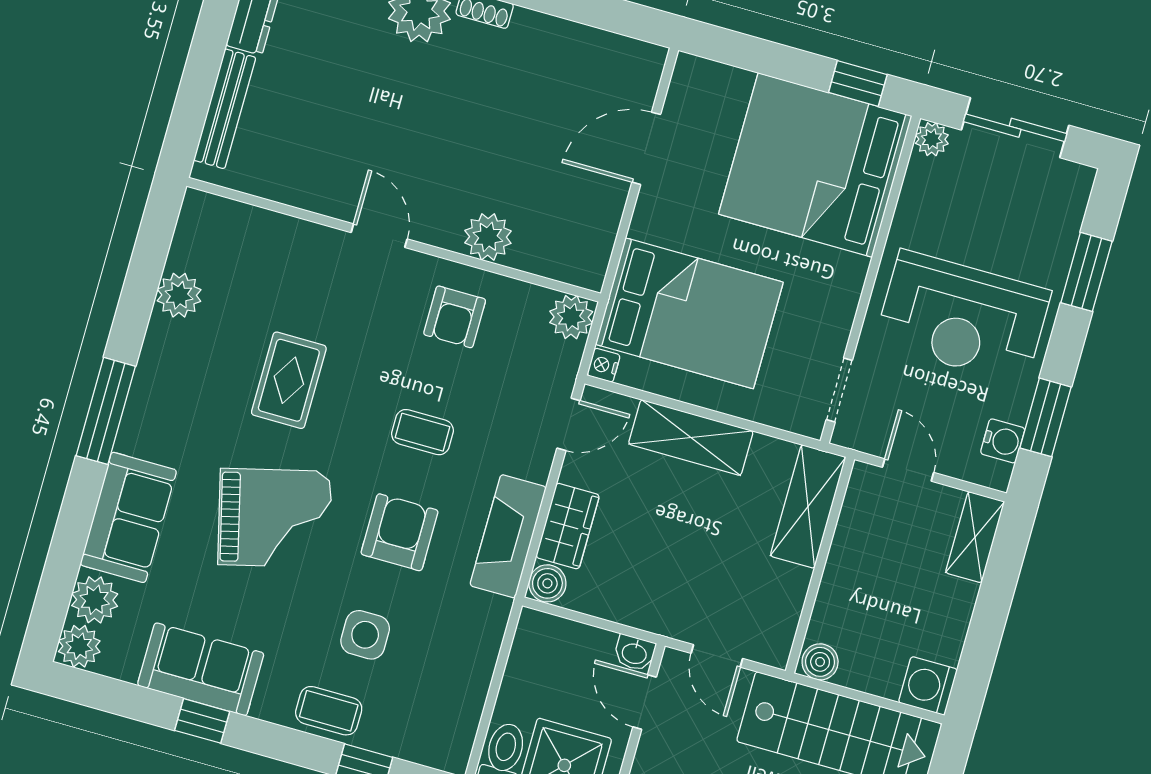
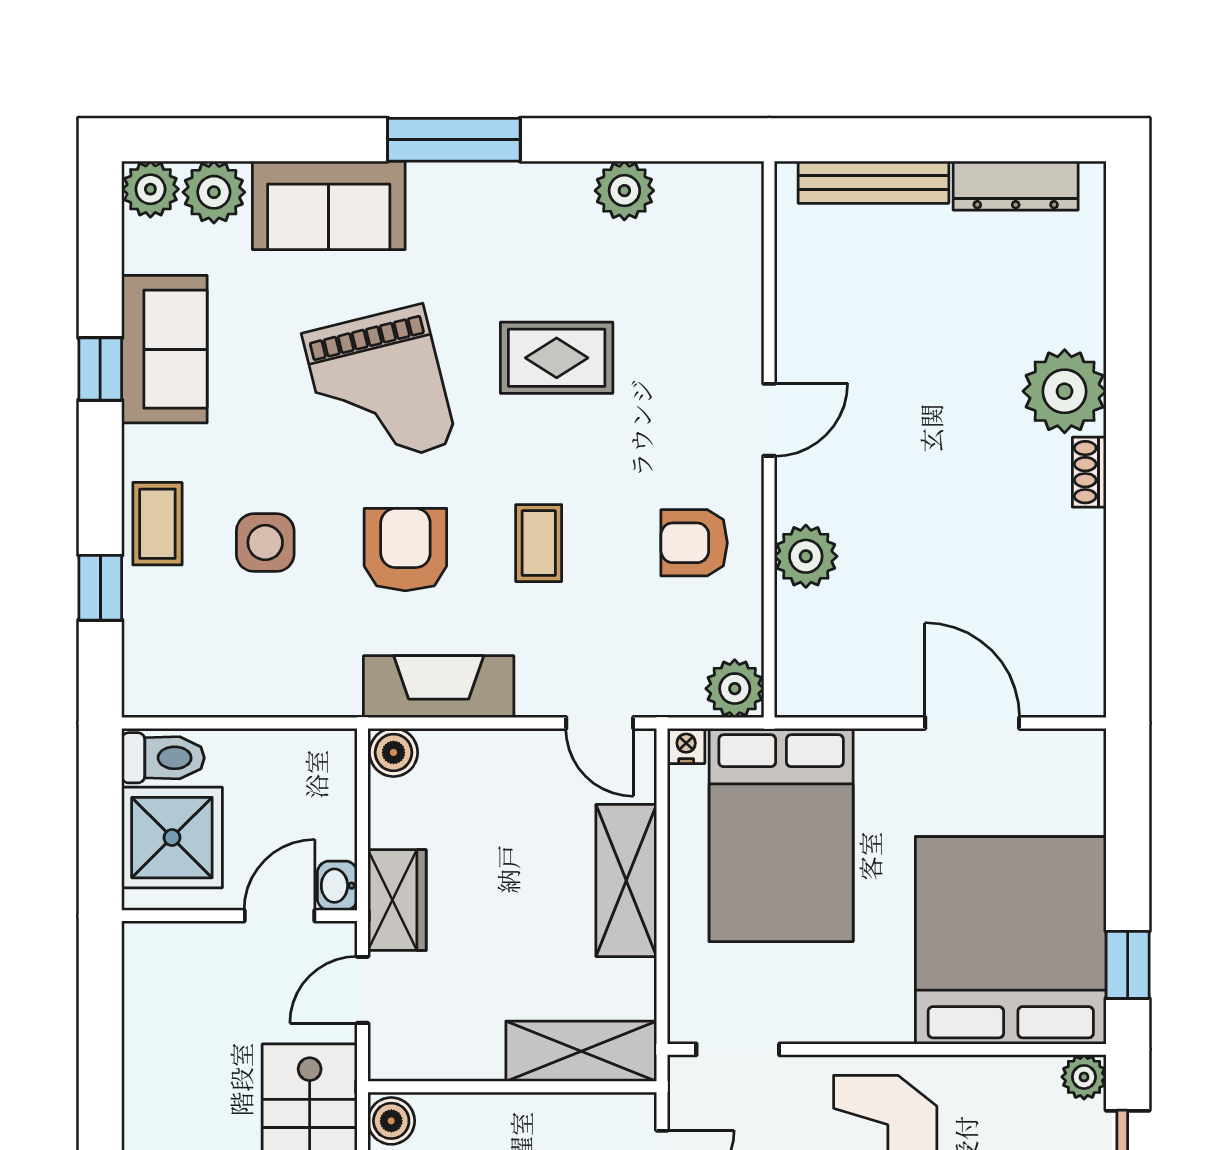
wardrobe: (568, 526) -> (397, 900), moved, turned -90
armchair: (399, 532) -> (405, 550), turned -90

